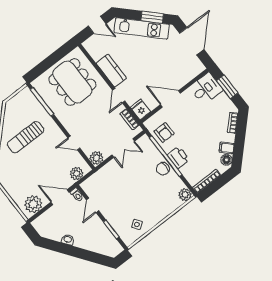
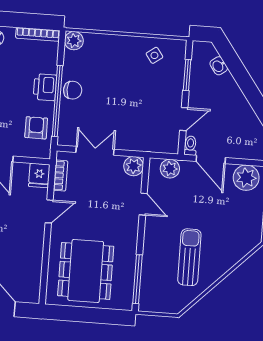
kitchen counter: (111, 71) -> (33, 245), removed
sun lounger: (26, 137) -> (189, 257), turned -90
washbasin: (68, 240) -> (219, 66), moved

